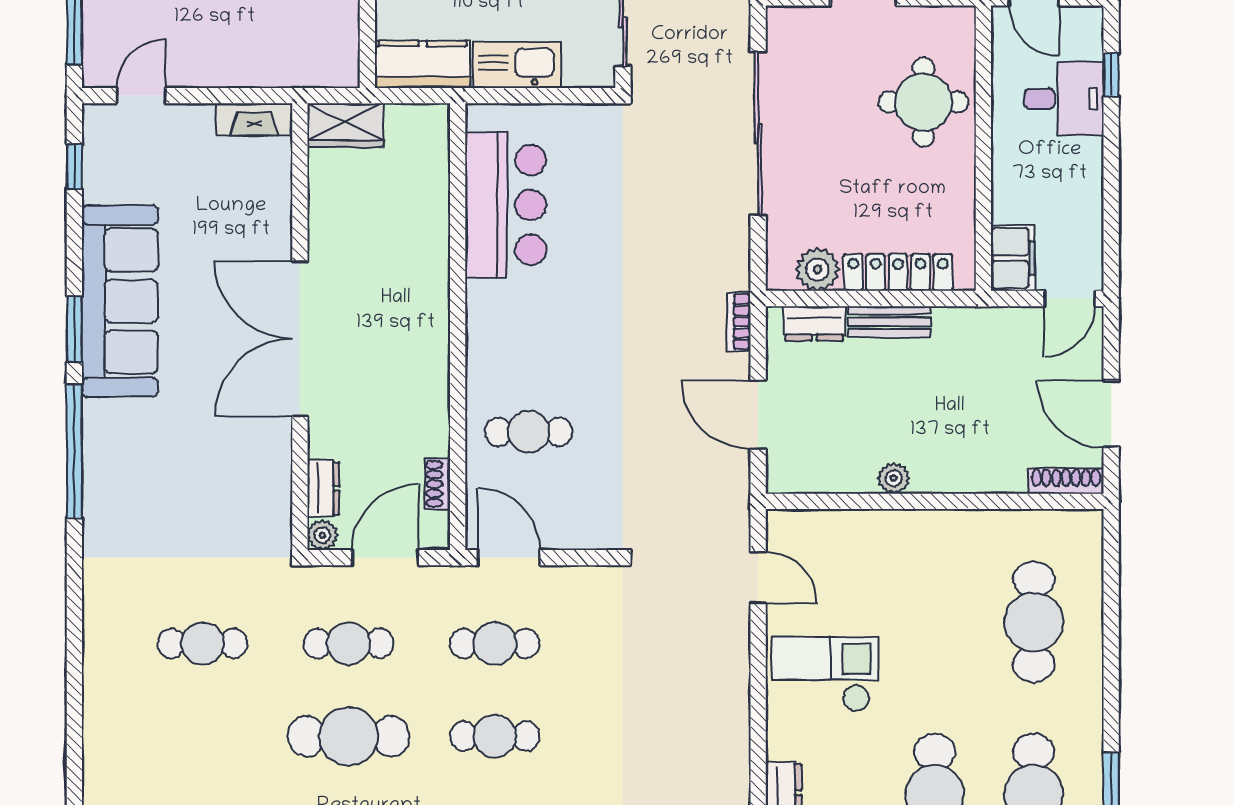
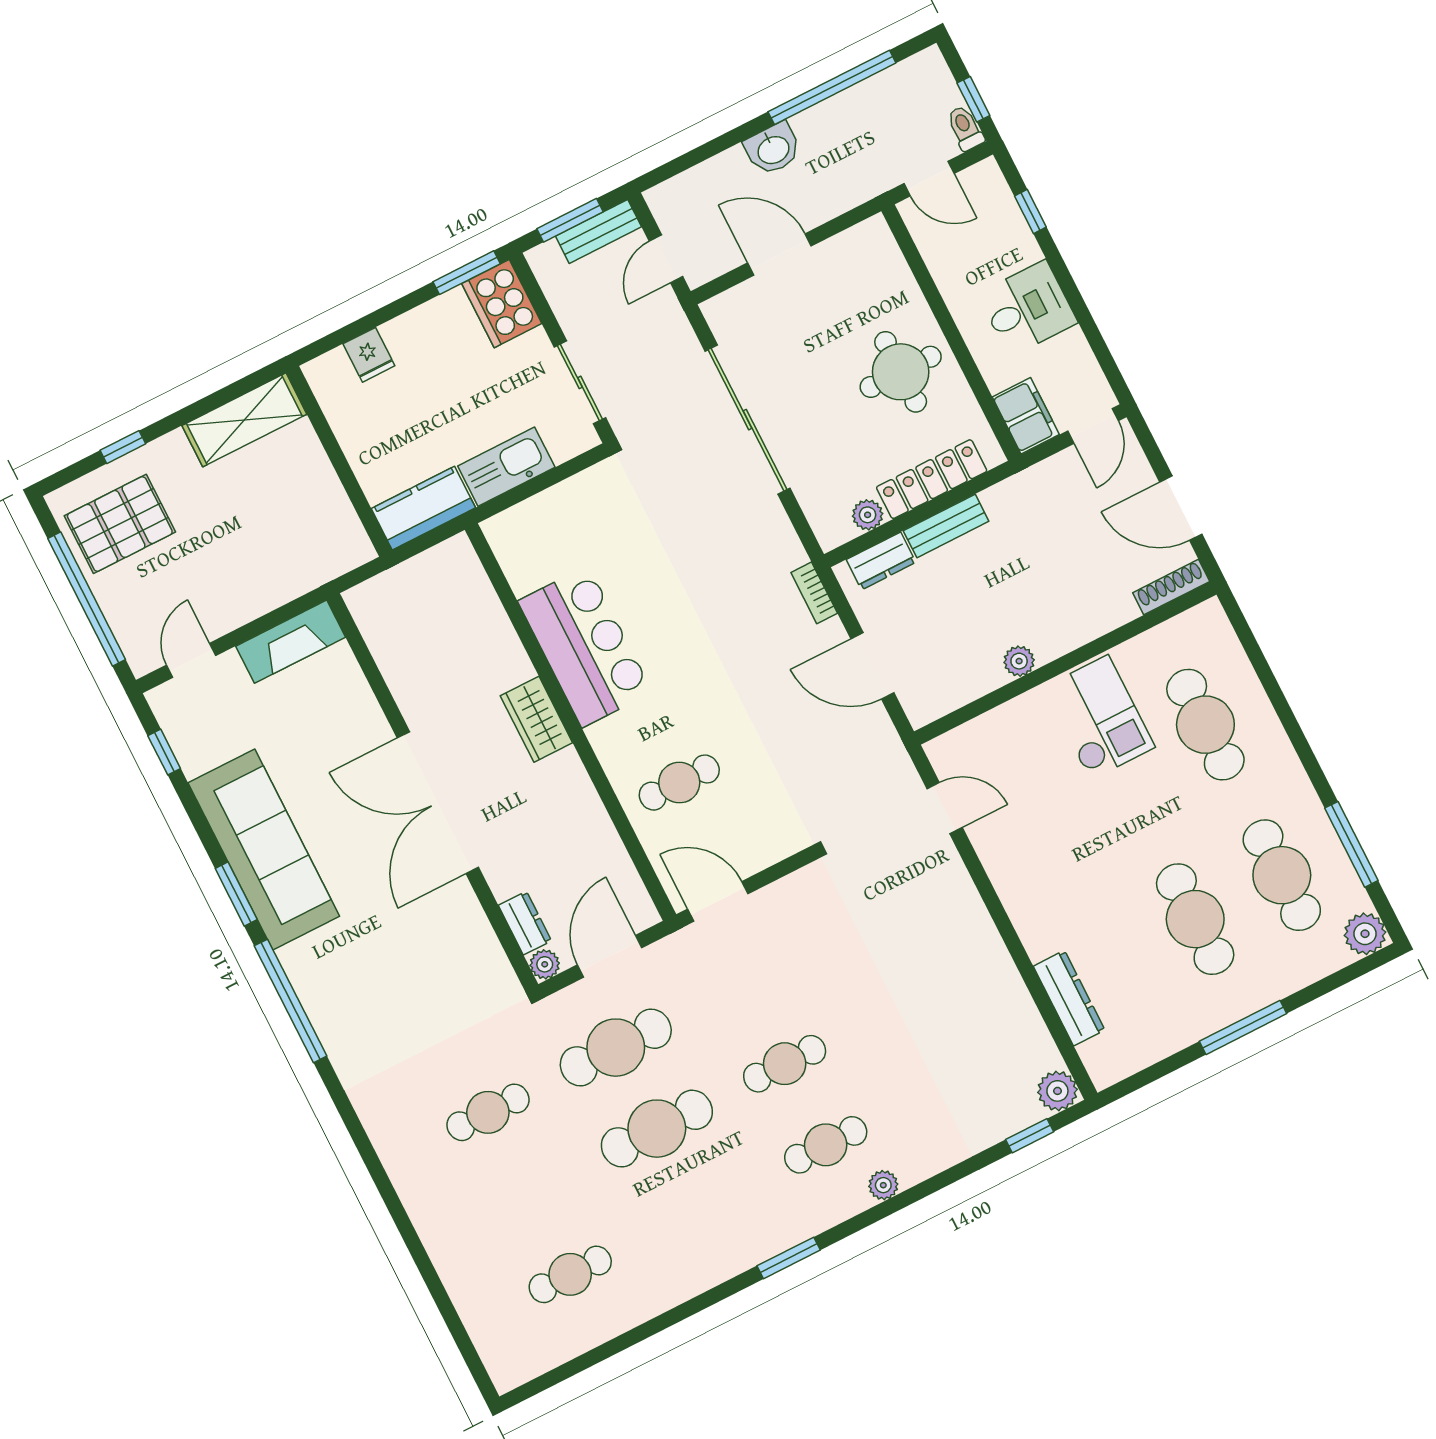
desk: (1064, 99) -> (1028, 308), moved
round table: (923, 102) -> (901, 372), moved
fireplace: (254, 119) -> (291, 642), width x1.37, depth x1.32
wardrobe: (345, 125) -> (536, 719), moved, turned 90
bar counter: (506, 205) -> (585, 647), moved
plant: (817, 270) -> (868, 515), width x0.73, depth x0.73
shoe rack: (437, 484) -> (623, 869), removed
cafe table: (349, 643) -> (616, 1048), width x1.37, depth x1.35
cafe table: (495, 643) -> (743, 983), removed
checkout: (825, 674) -> (1099, 717), moved, turned 90

